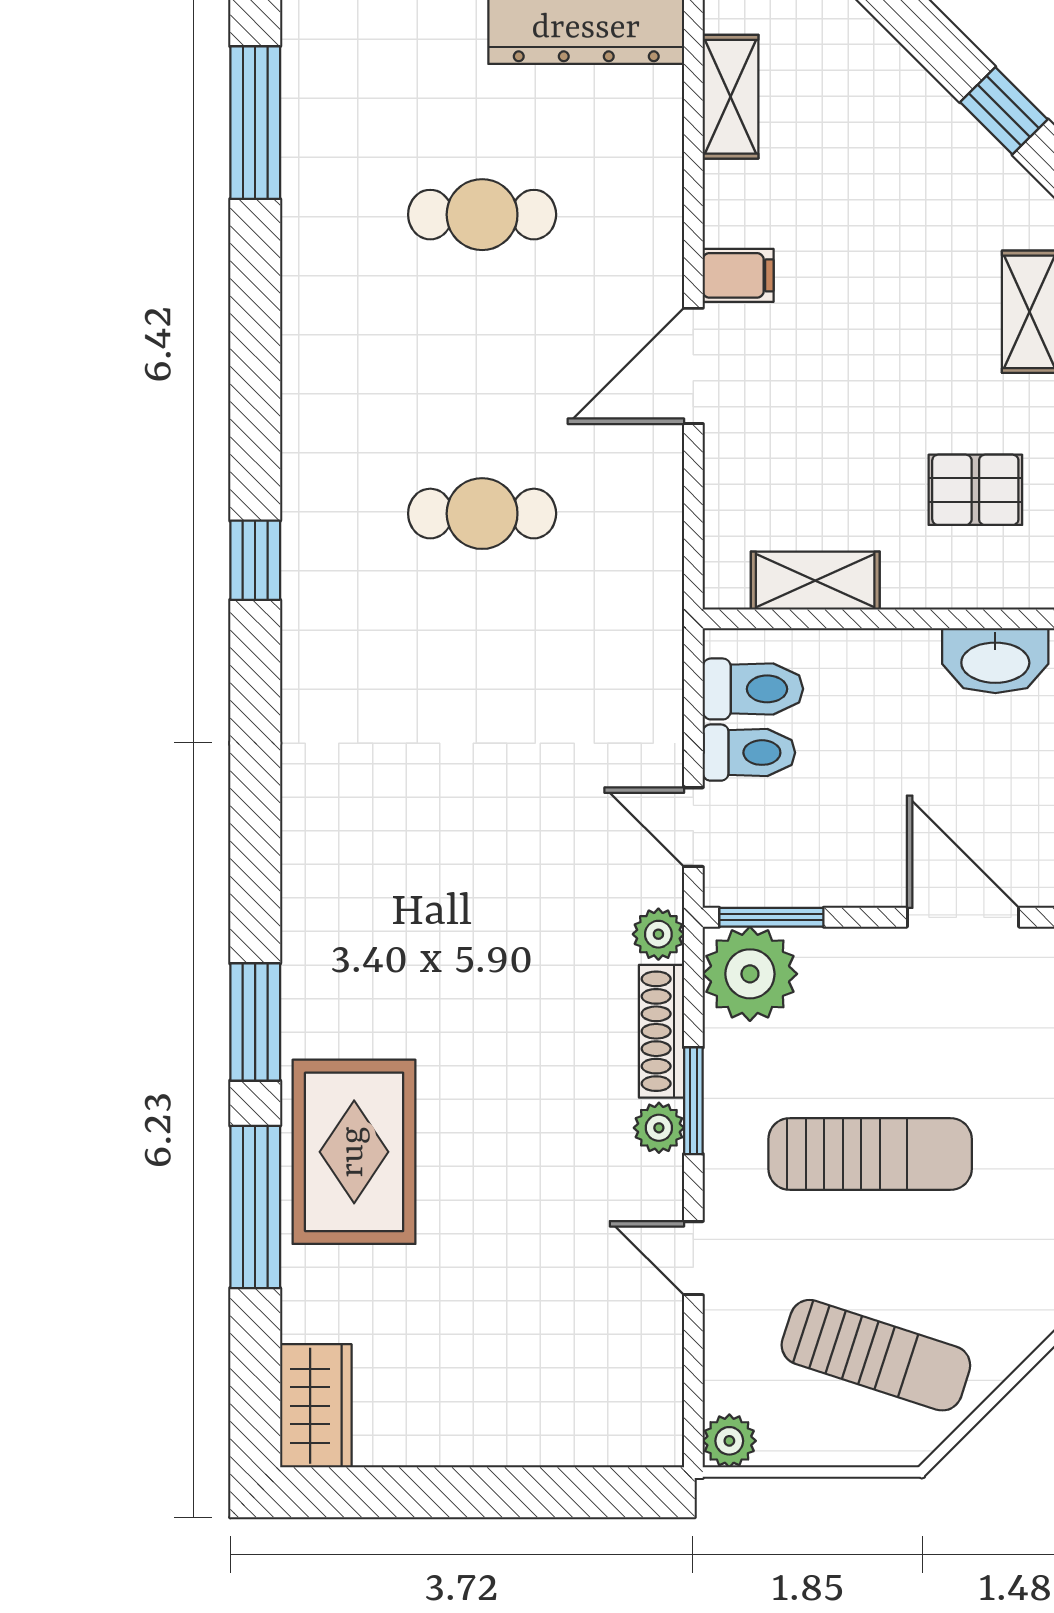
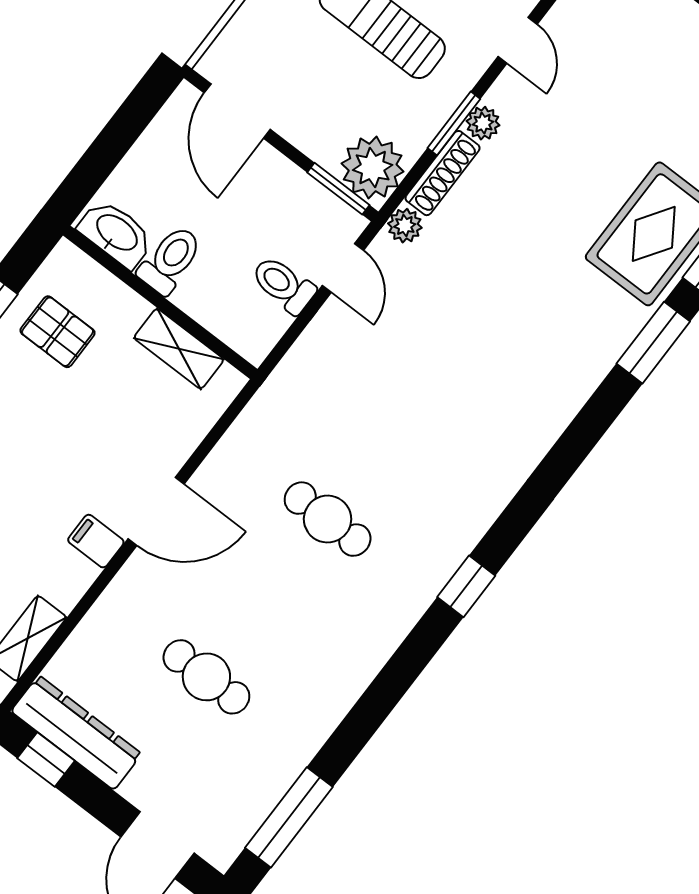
toilet: (753, 689) -> (170, 260), moved, turned 90

